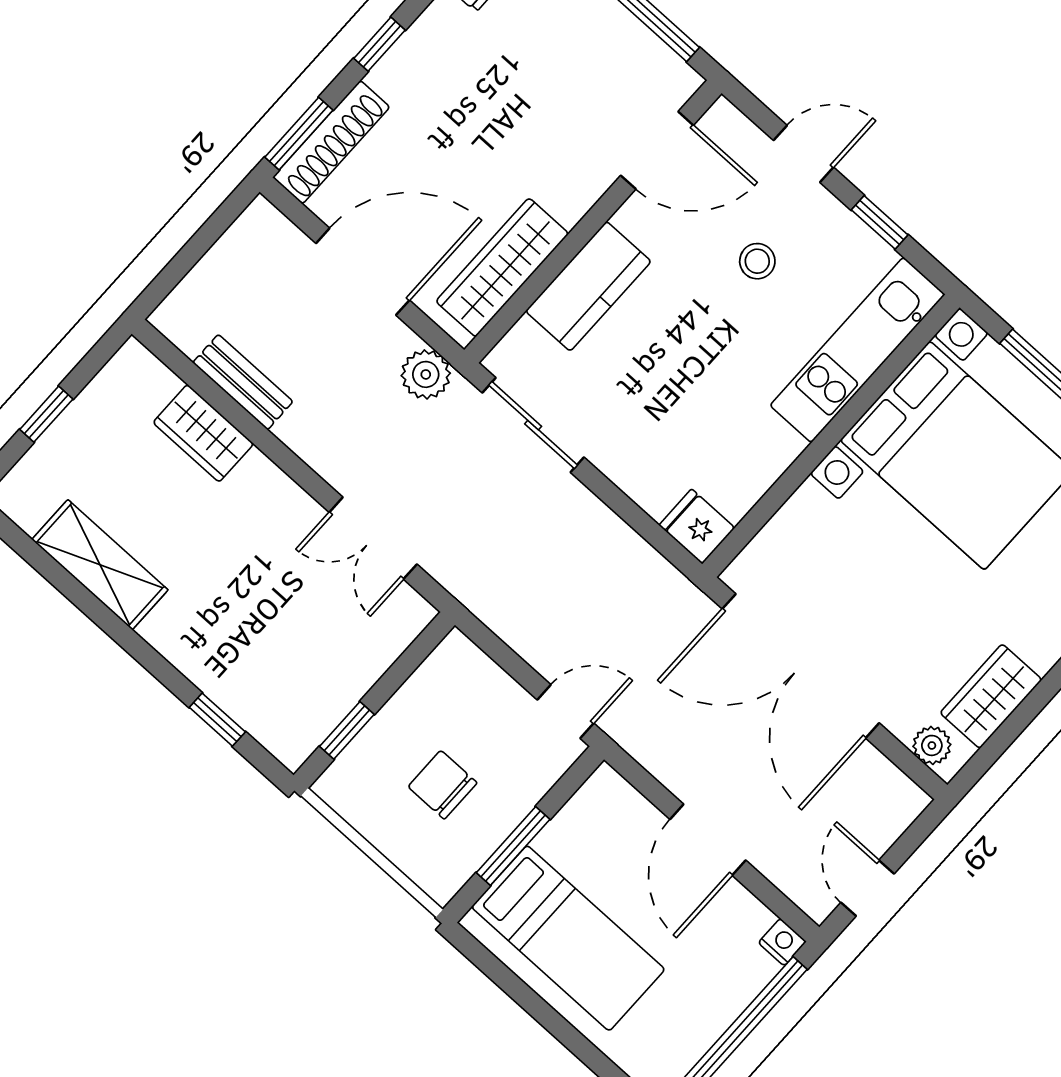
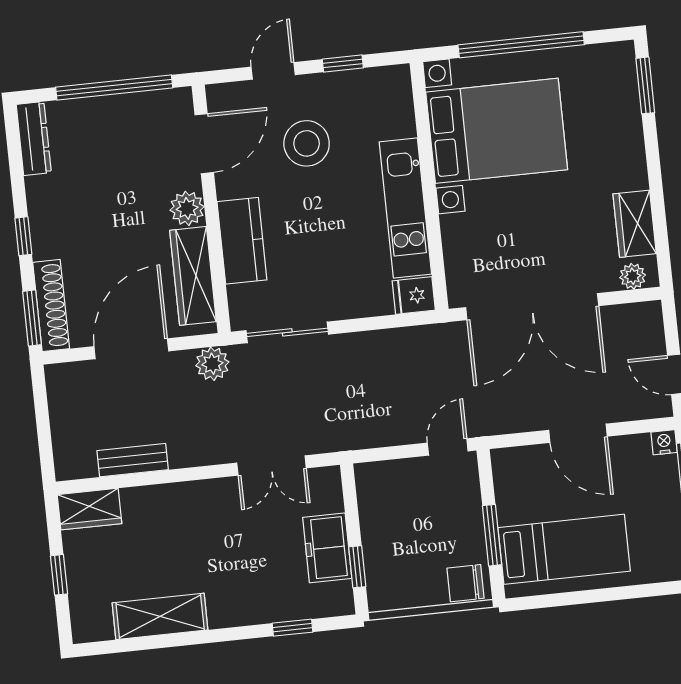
plant: (570, 195) -> (187, 208), added
stool: (757, 261) -> (307, 143), width x1.89, depth x1.89
kitchen unit: (857, 350) -> (405, 208), moved
wardrobe: (203, 433) -> (89, 509), moved
freezer: (338, 679) -> (327, 548), added
chair: (443, 785) -> (466, 583), moved

